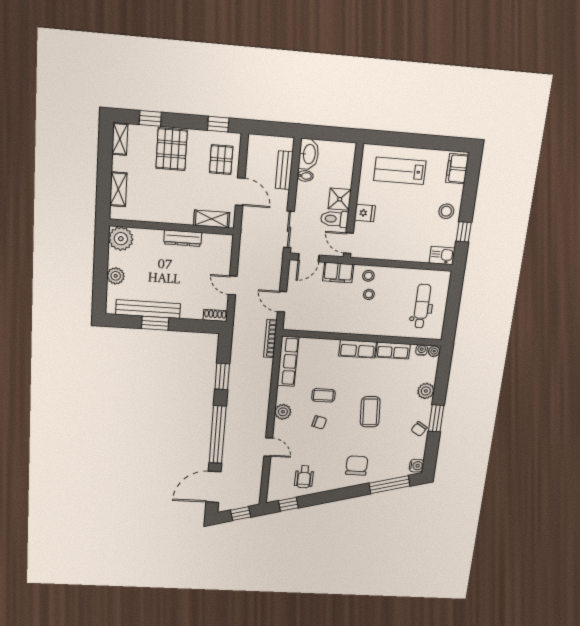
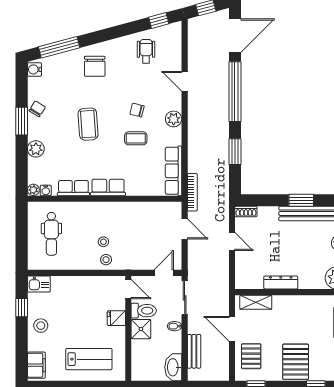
bidet: (305, 176) -> (175, 326), moved
filing cabinet: (338, 273) -> (135, 261), removed

